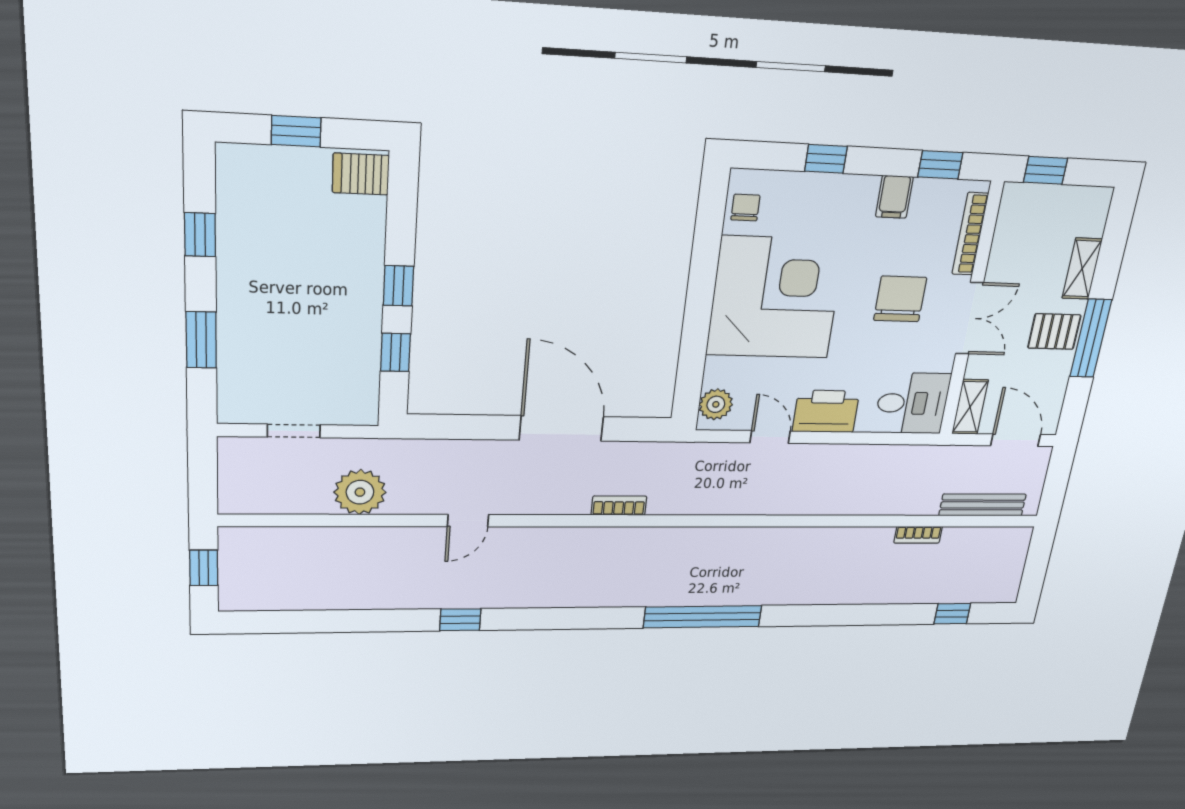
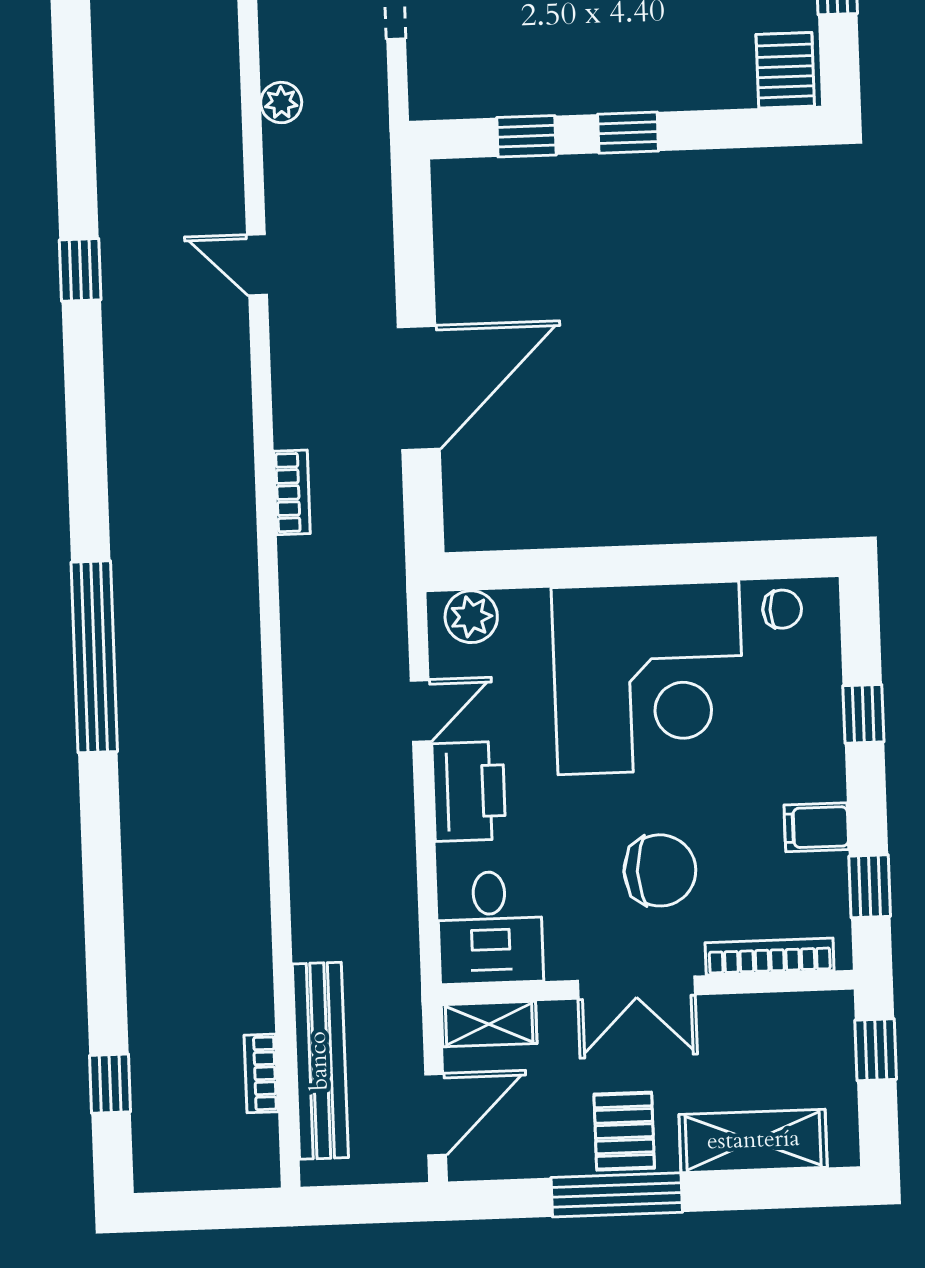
shelving: (1082, 269) -> (753, 1141), width x1.50, depth x1.33
plant: (360, 492) -> (281, 103), width x0.53, depth x0.53
bench: (983, 505) -> (320, 1061), width x1.37, depth x1.21
bookcase: (918, 535) -> (261, 1073), moved

